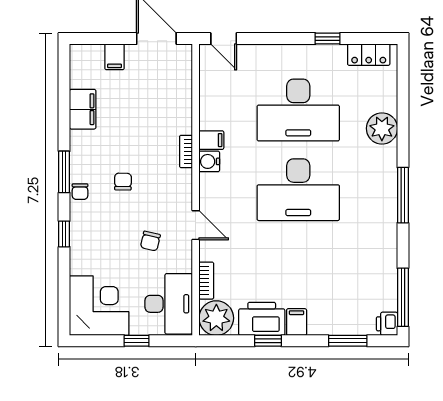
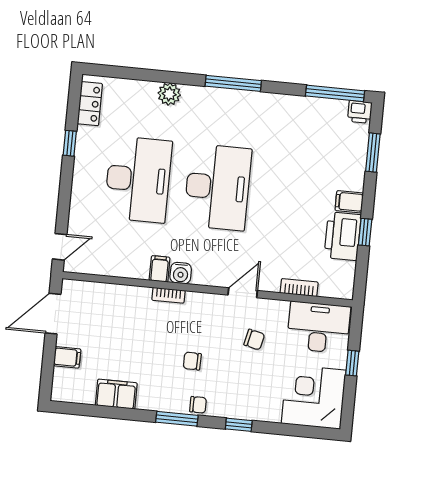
plant: (382, 128) -> (169, 94), width x0.73, depth x0.73
plant: (216, 318) -> (337, 281), removed

